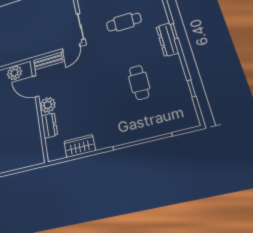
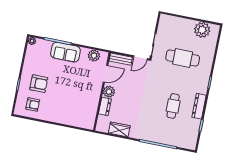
cafe table: (124, 22) -> (183, 58), width x1.37, depth x1.35
dresser: (167, 40) -> (199, 106), moved
door: (36, 86) -> (105, 74), swing flipped

